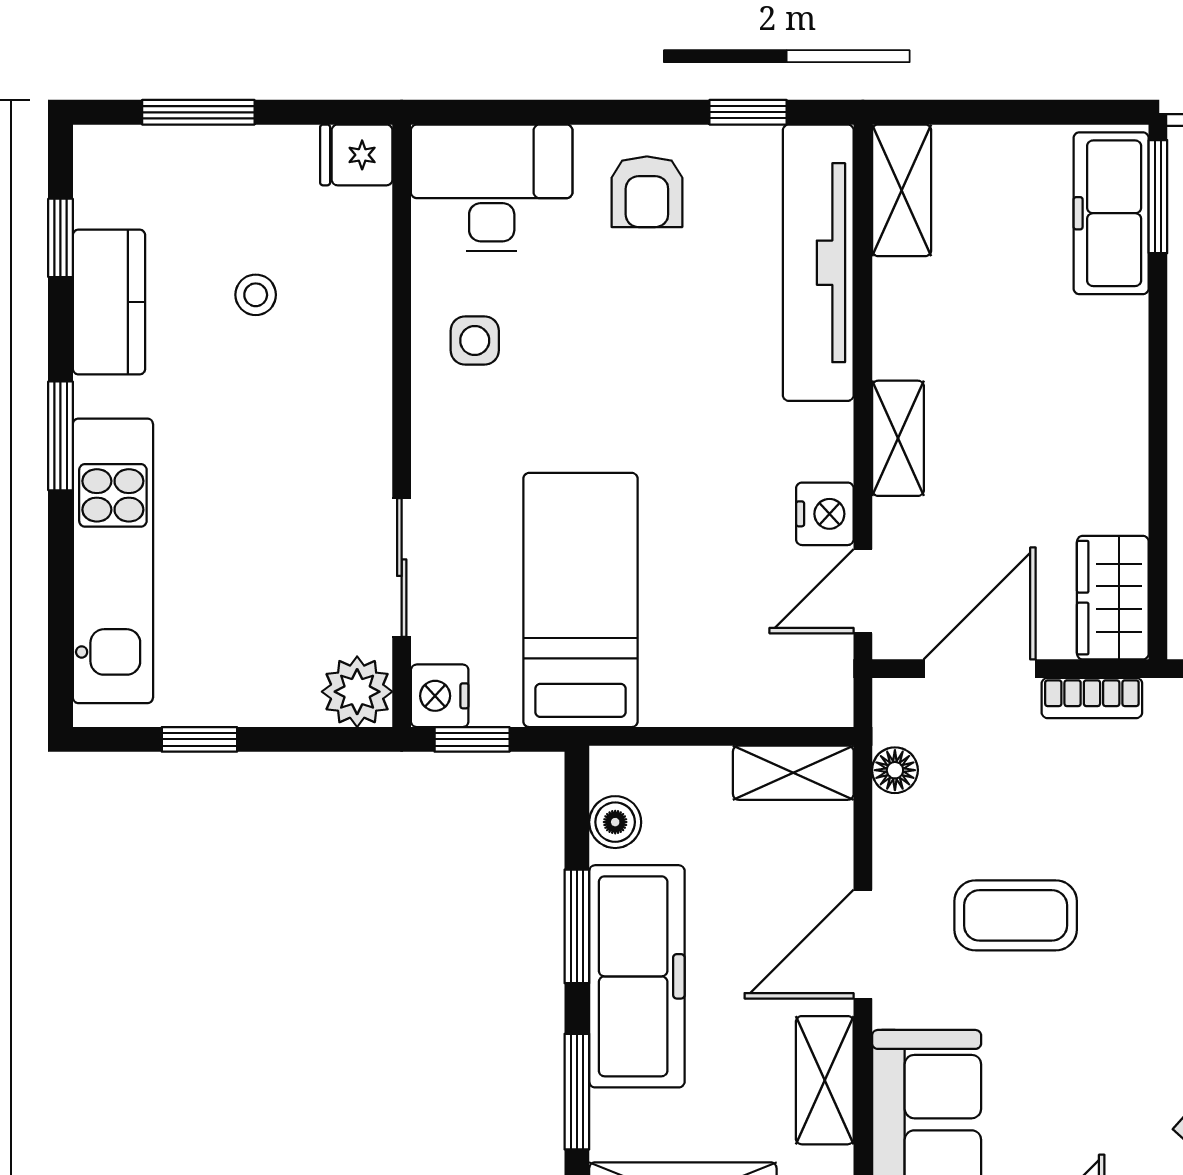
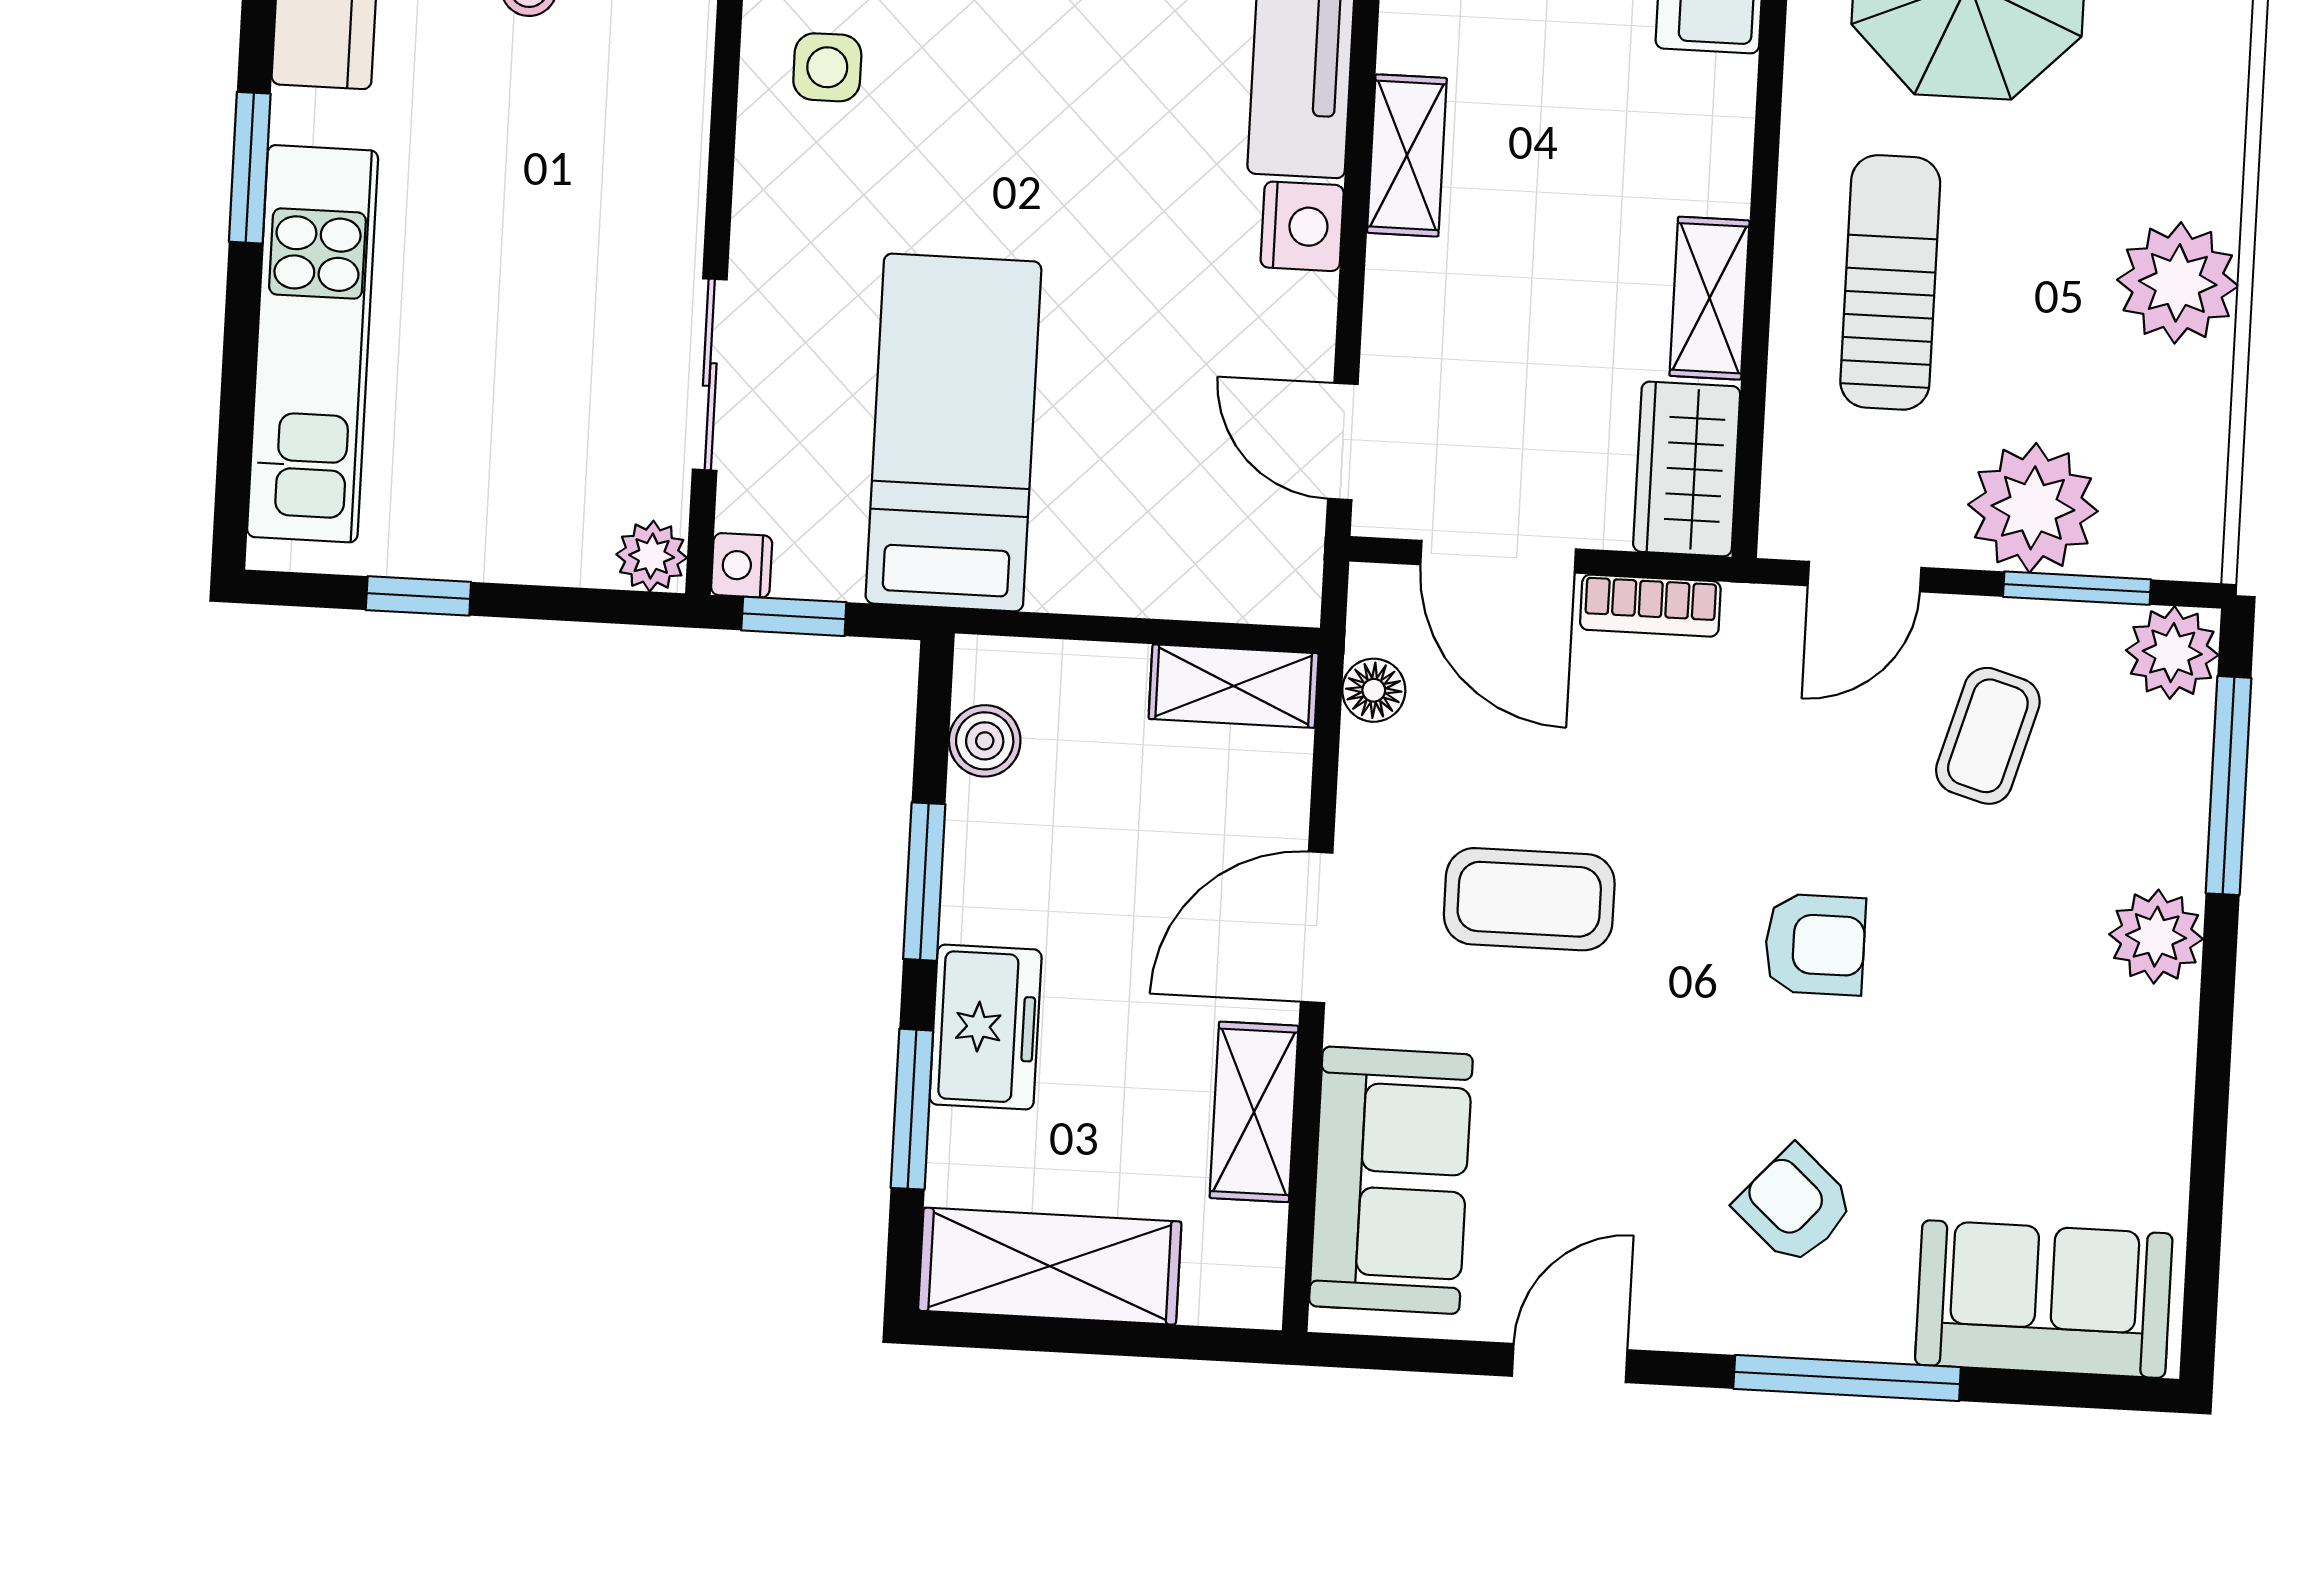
shelving: (898, 438) -> (1407, 155), moved
shelving: (1123, 473) -> (1710, 298), added
nightstand: (825, 514) -> (1302, 226), moved
door: (863, 591) -> (1343, 441), hinge flipped
door: (980, 669) -> (1498, 557), swing flipped
plant: (357, 692) -> (652, 556), width x0.73, depth x0.73
nightstand: (440, 696) -> (742, 565), width x0.72, depth x0.74
freezer: (637, 976) -> (986, 1027), width x0.52, depth x0.79

